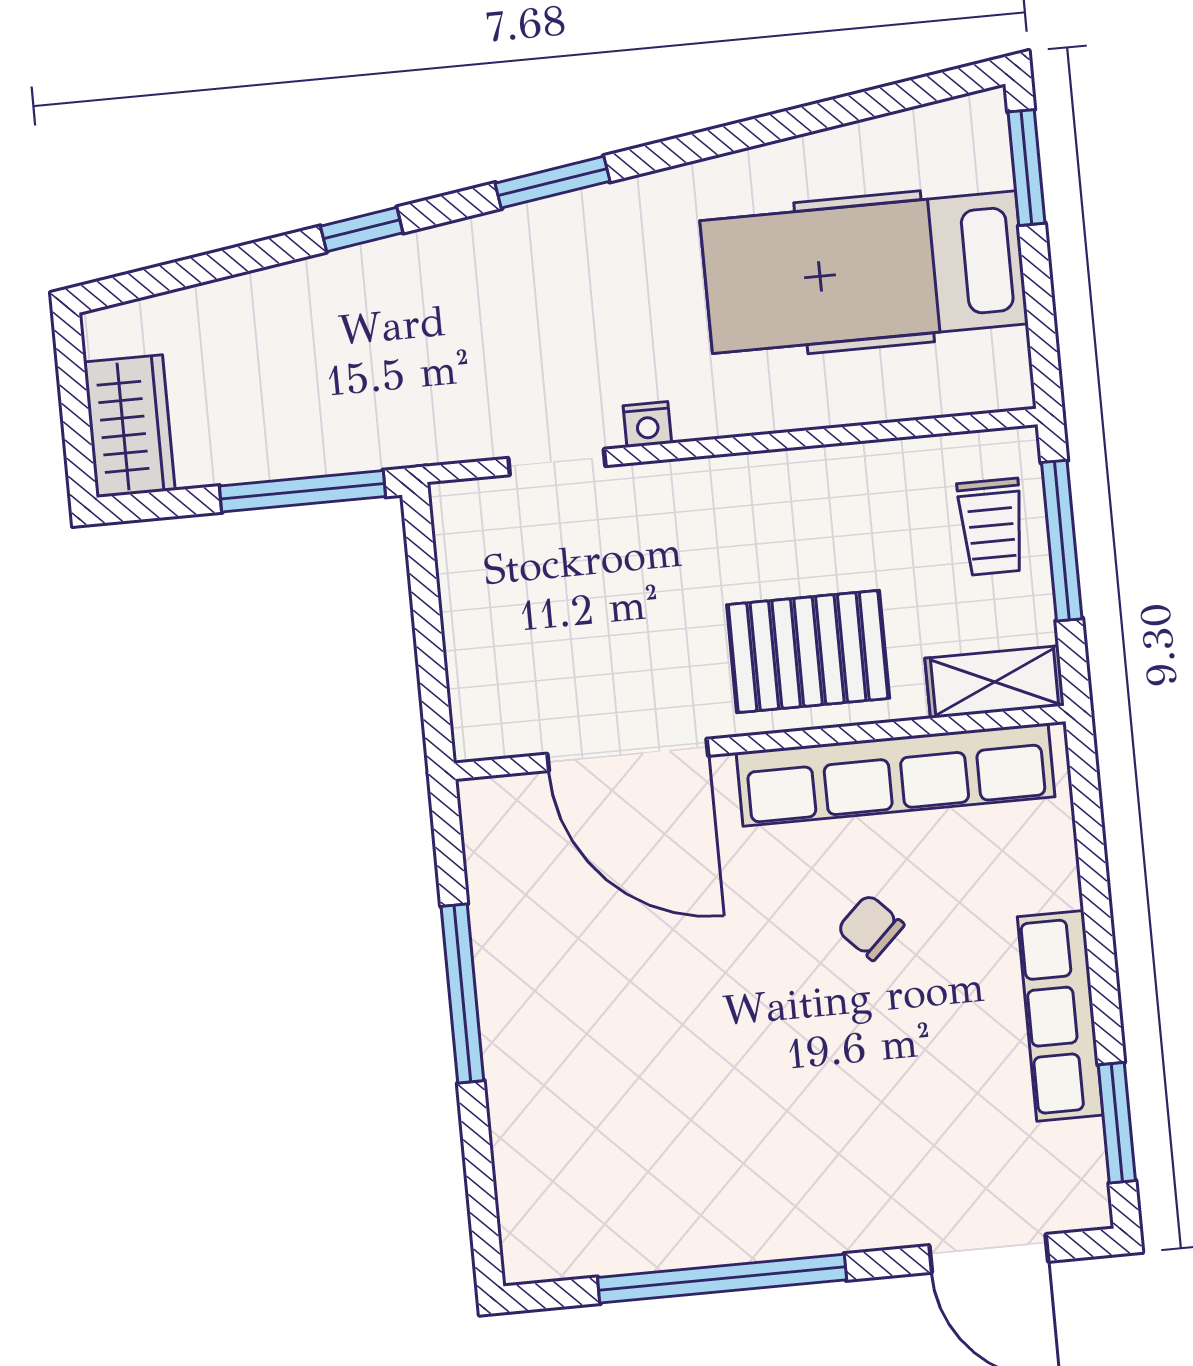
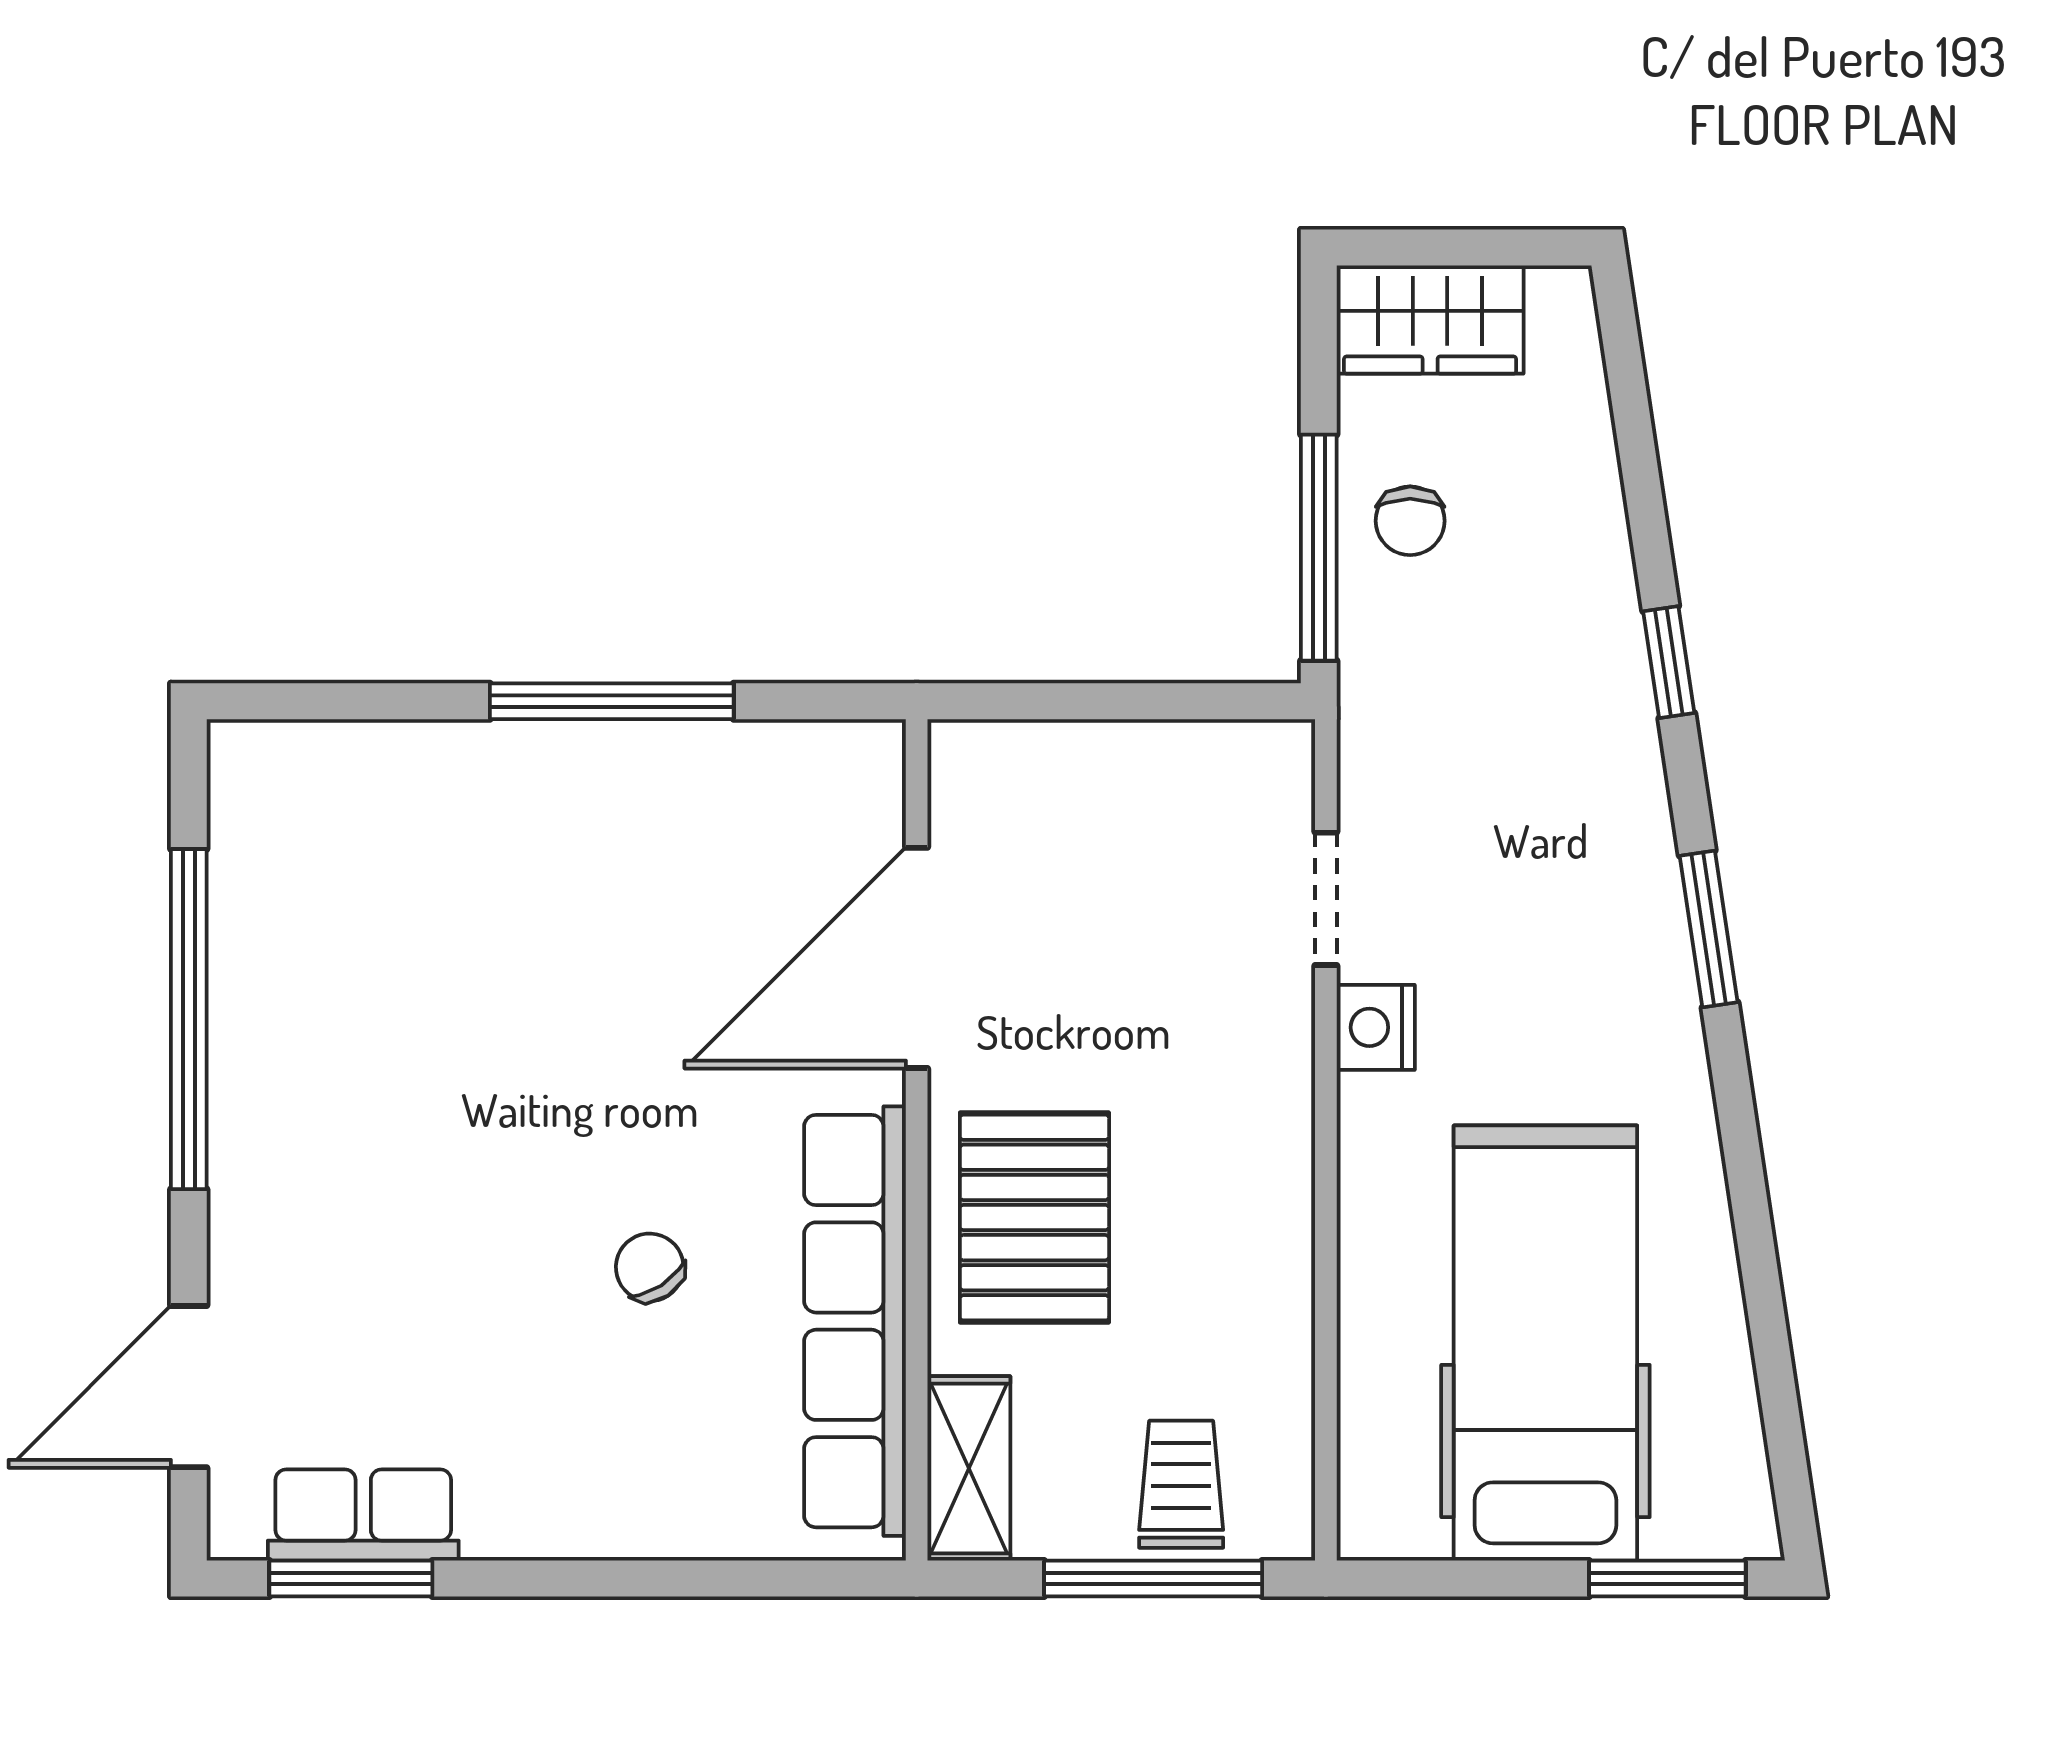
nightstand: (647, 424) -> (1376, 1027), width x1.39, depth x1.35
chair: (277, 427) -> (1410, 521), added
trolley: (992, 527) -> (1181, 1484), turned 90
chair: (871, 927) -> (650, 1267), turned -79
row of seats: (1060, 1016) -> (363, 1515), moved, width x0.68

